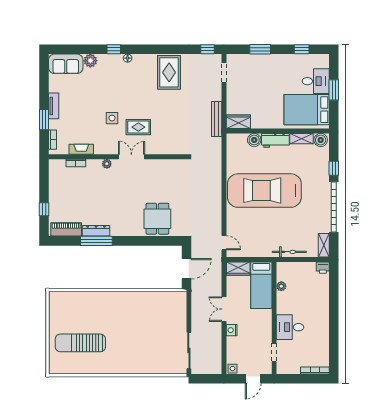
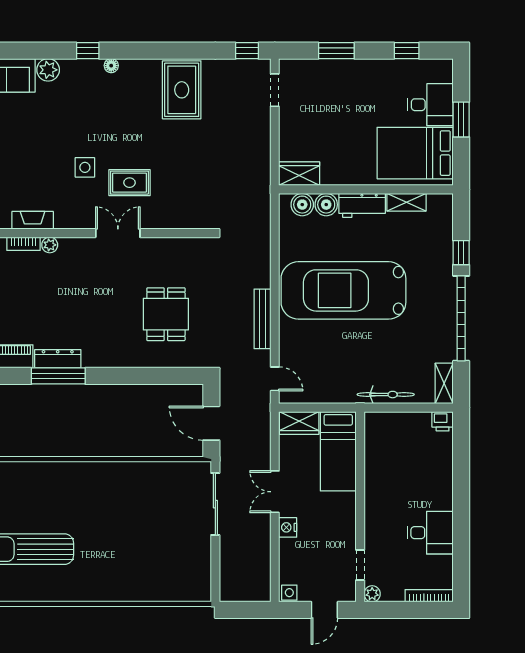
bench: (217, 119) -> (262, 319), moved
boiler: (321, 140) -> (302, 205), moved
plant: (107, 164) -> (50, 245), moved
dining table: (157, 219) -> (166, 314), moved
door: (187, 269) -> (211, 423), swing flipped
plant: (281, 286) -> (372, 594), moved
desk: (290, 327) -> (430, 533), moved, turned 180
sliding door: (189, 350) -> (215, 504), moved

